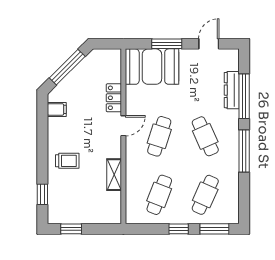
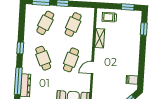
locker: (114, 98) -> (97, 85), removed
window: (244, 151) -> (20, 48), width x0.46
trolley: (67, 161) -> (109, 17), moved

